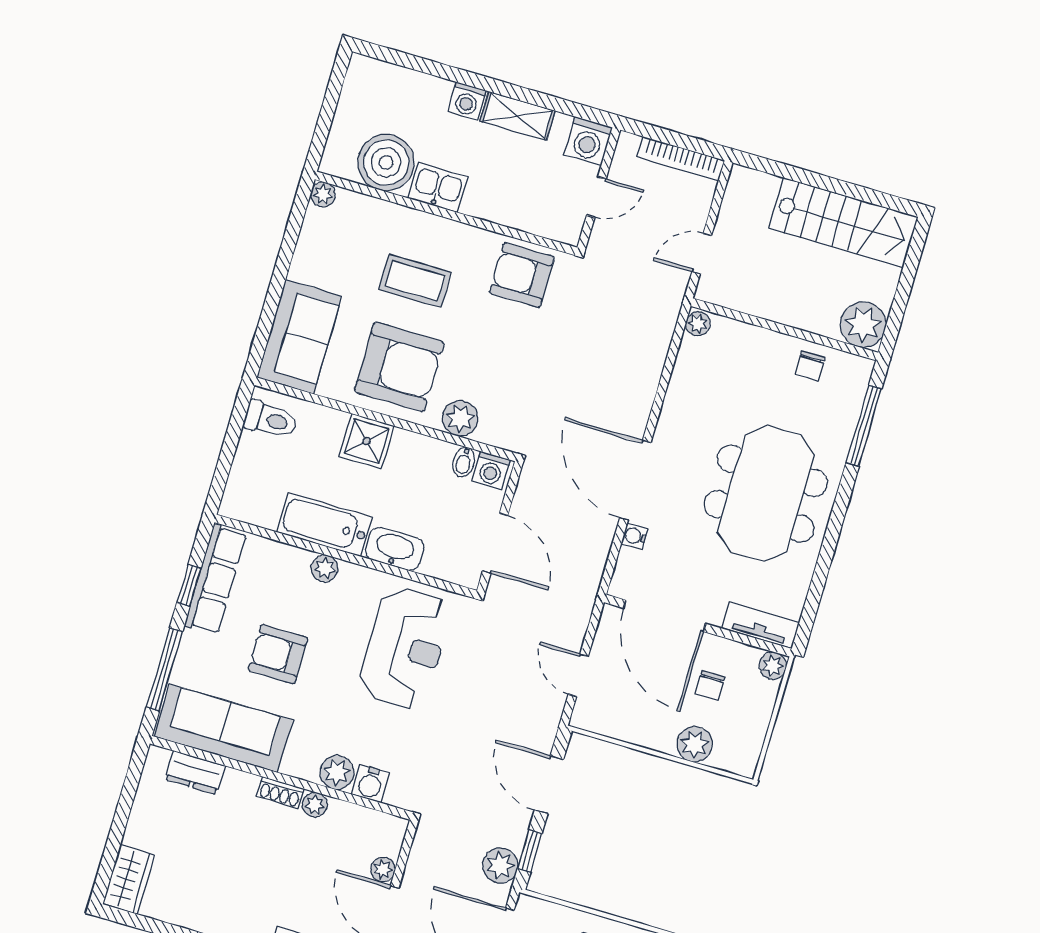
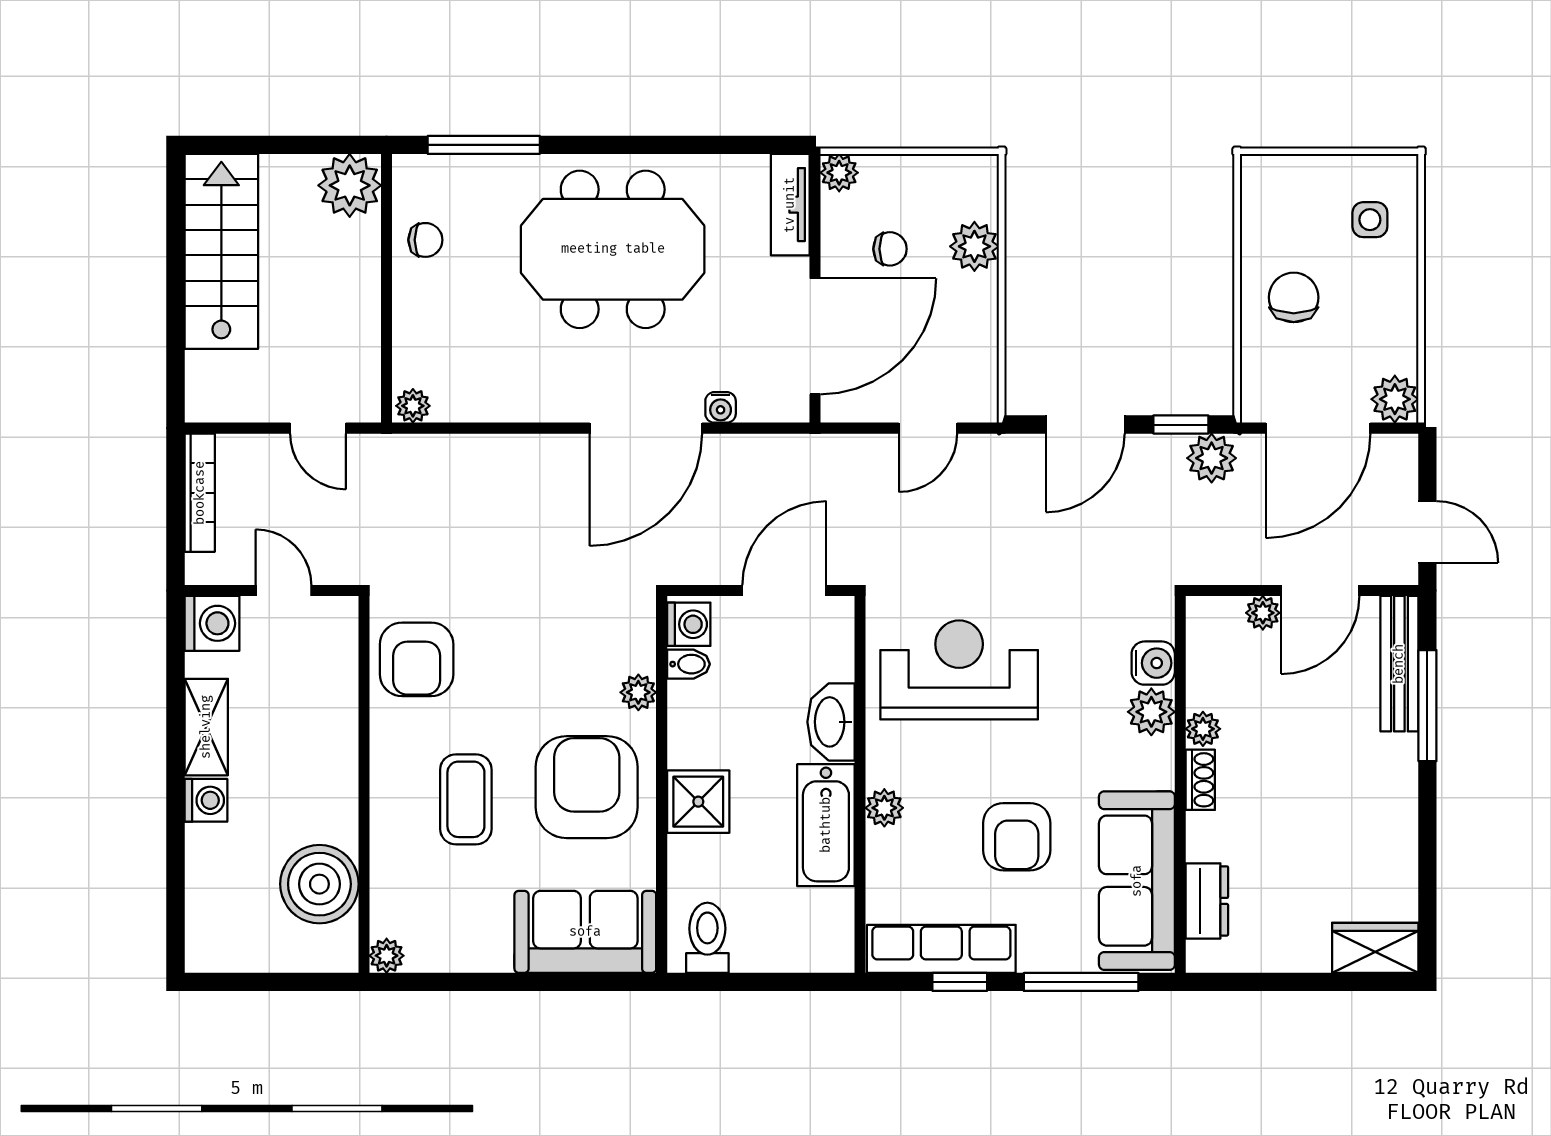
kitchen sink: (438, 187) -> (333, 805), removed
plant: (460, 418) -> (638, 692), width x0.73, depth x0.73

